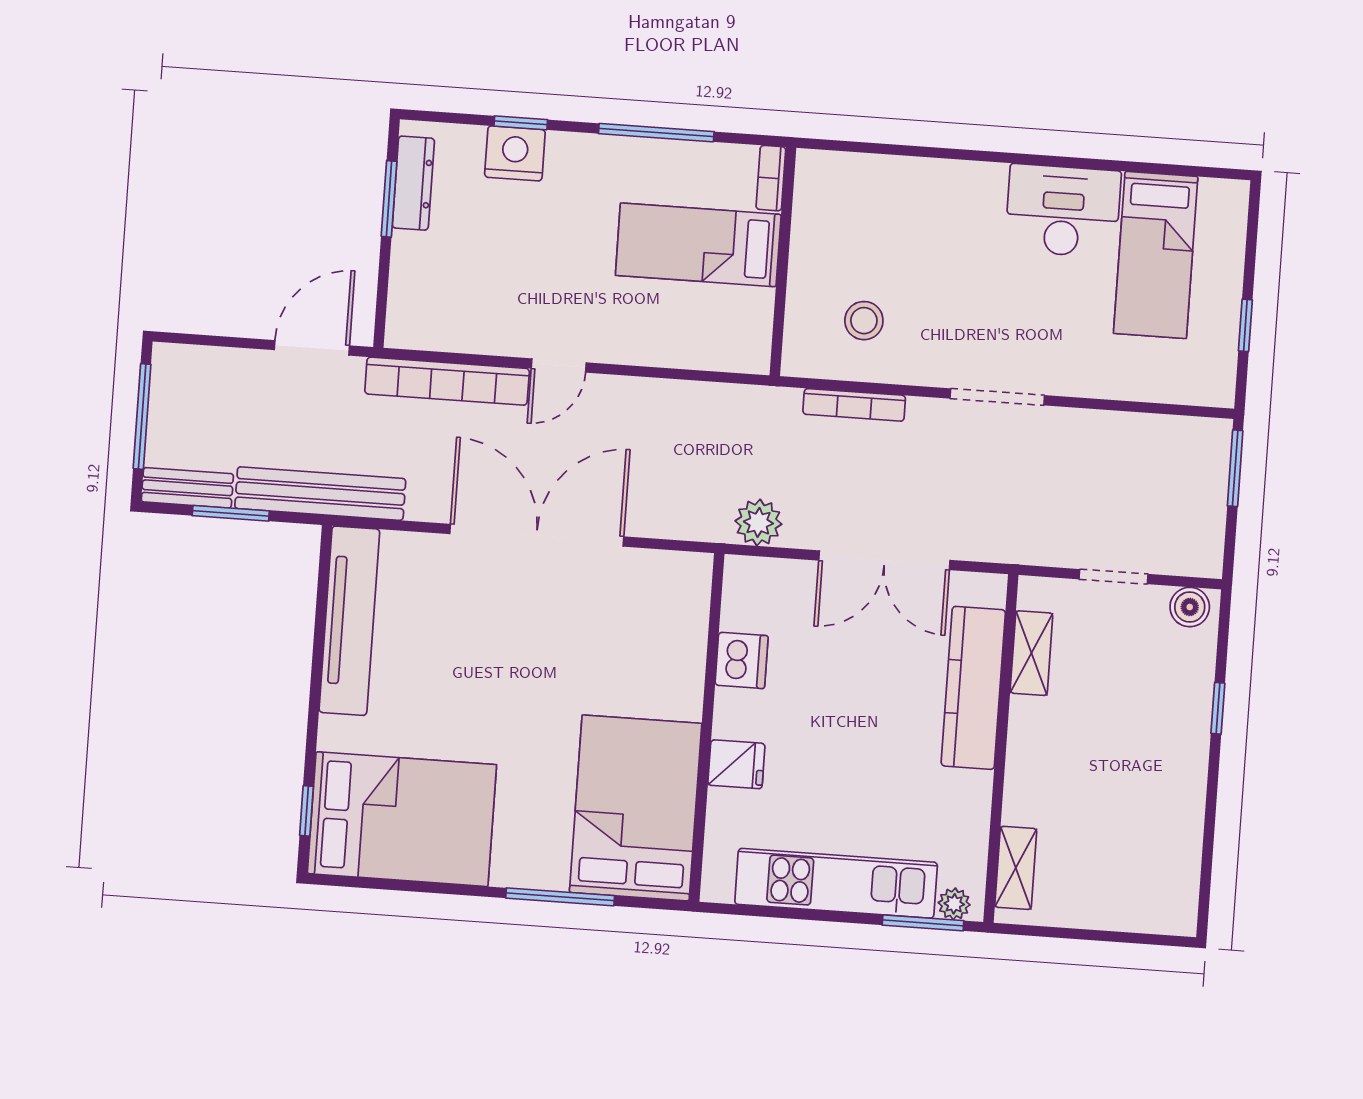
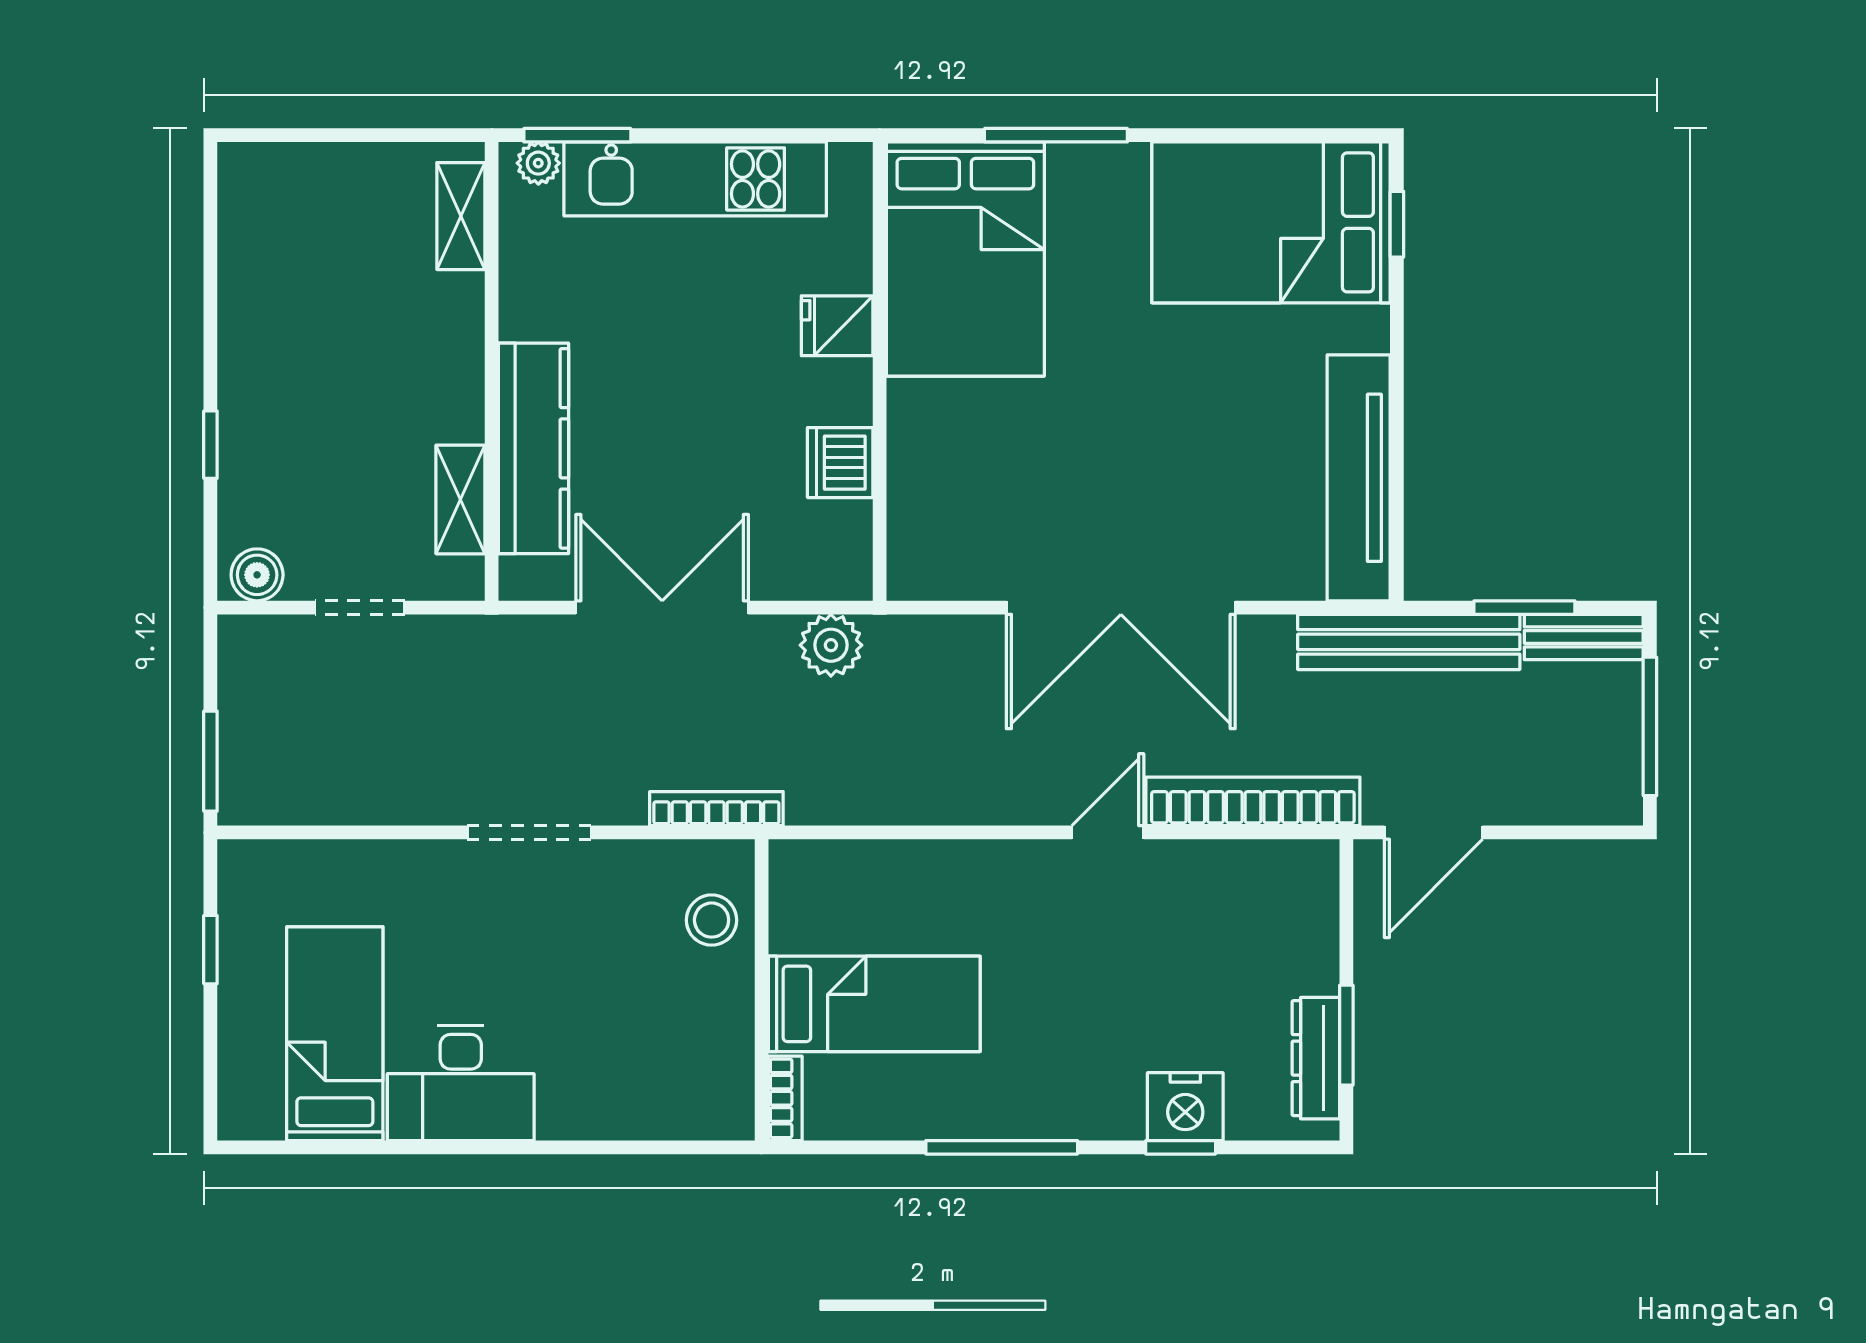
bookcase: (771, 178) -> (785, 1098), moved
bed: (698, 245) -> (874, 1004), moved
wall: (783, 262) -> (762, 990), moved

